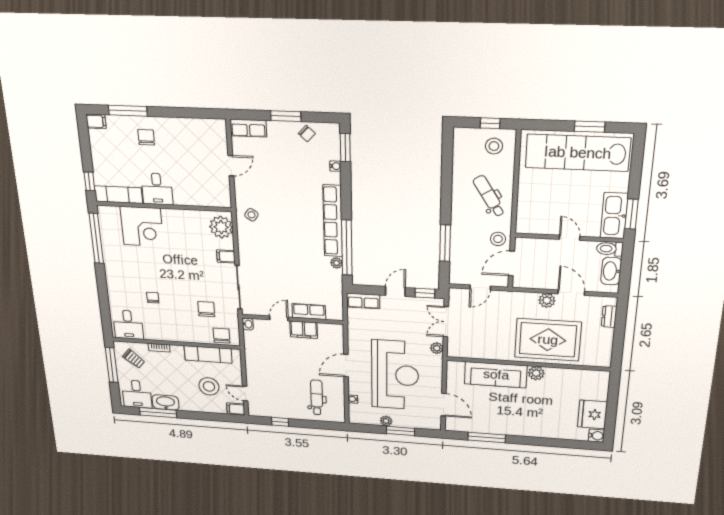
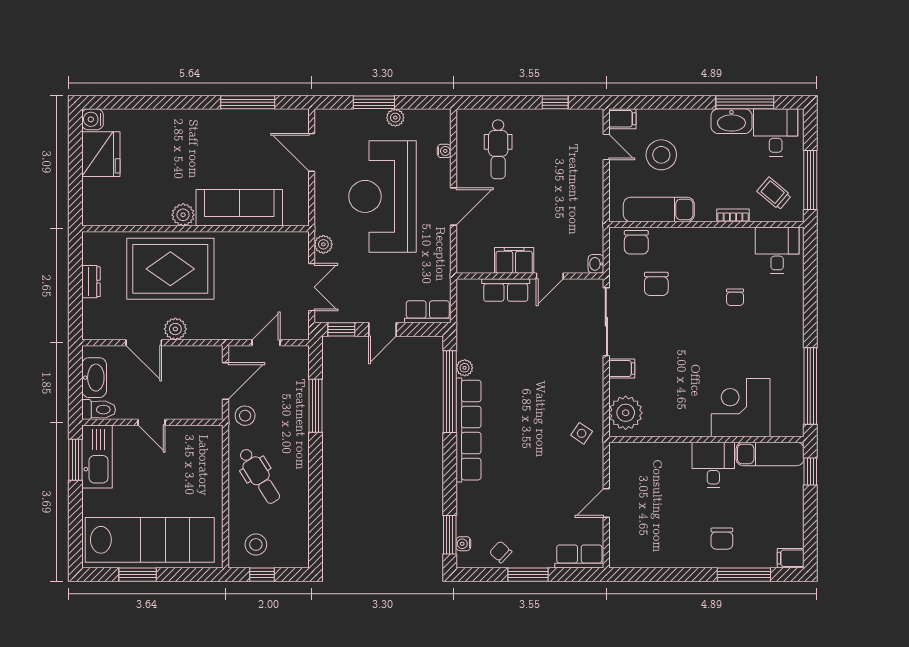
water cooler: (335, 166) -> (463, 544), moved
dresser: (609, 317) -> (91, 282), moved

